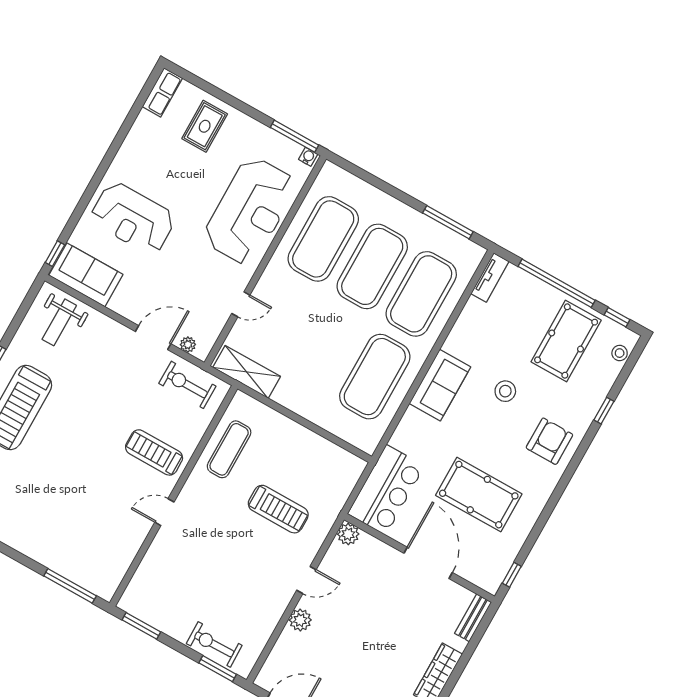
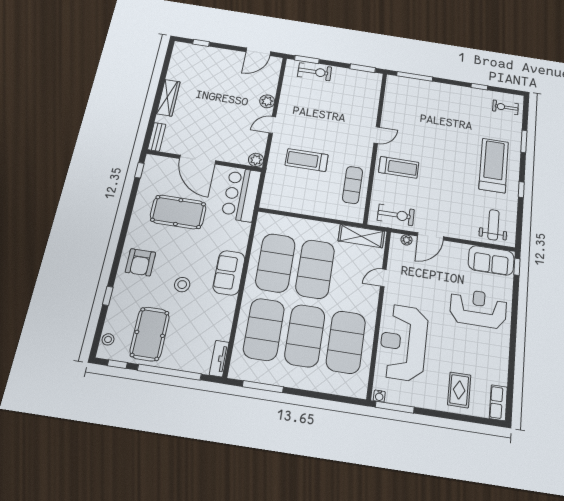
exercise mat: (326, 349) -> (315, 269), added

